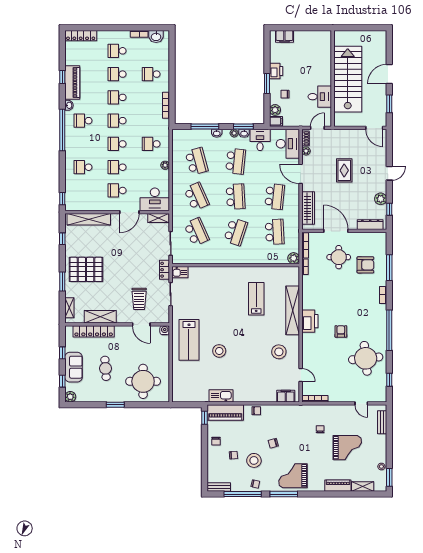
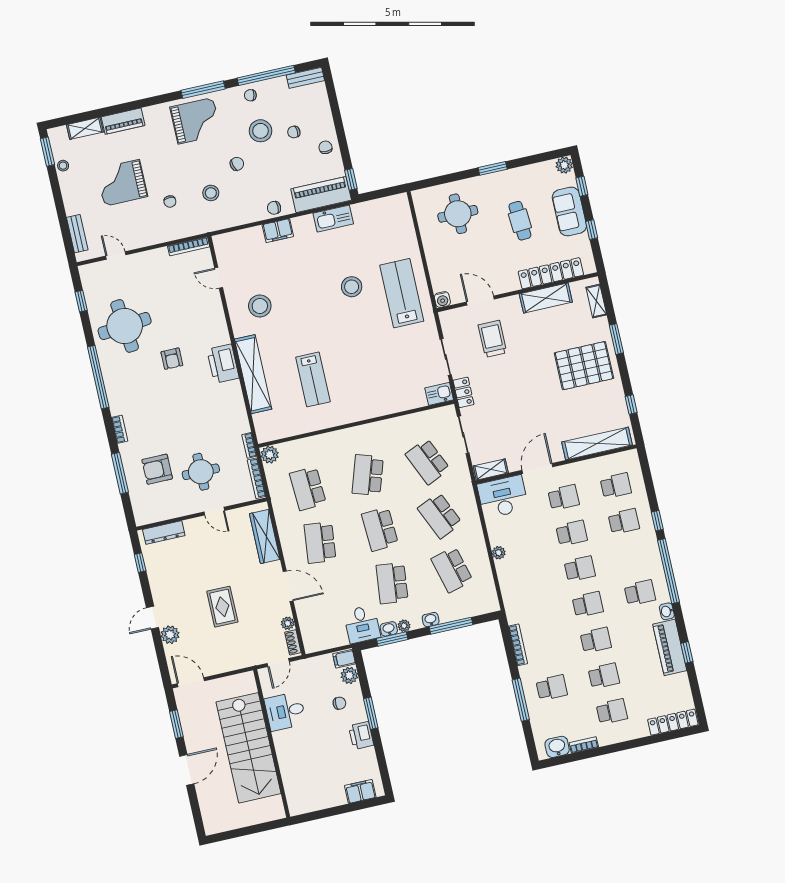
window: (172, 71) -> (521, 700), added
school desk: (151, 144) -> (616, 486), moved
desk: (288, 144) -> (318, 628), removed
window: (62, 199) -> (657, 521), moved
plant: (381, 199) -> (170, 635), moved
door: (336, 231) -> (214, 511), width x0.53
round table: (143, 381) -> (458, 214), width x0.73, depth x0.73
filing cabinet: (286, 396) -> (278, 231), moved
stool: (294, 429) -> (211, 193), added

